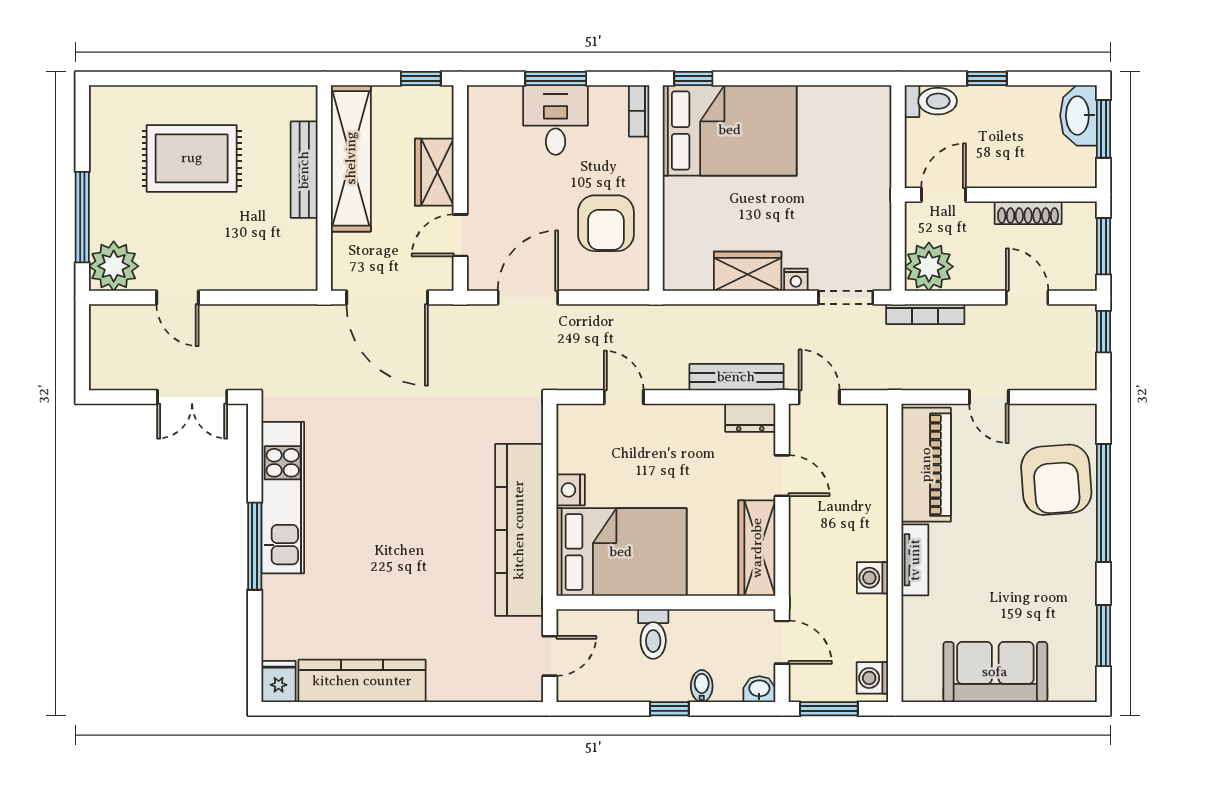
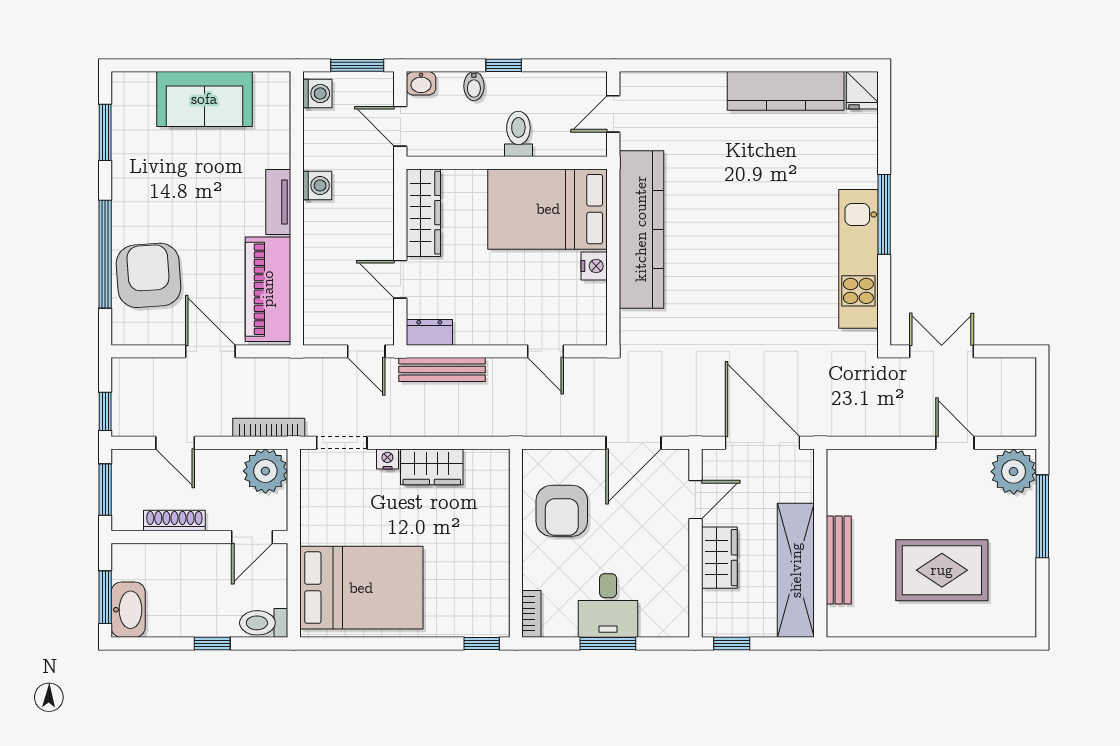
bed: (730, 130) -> (361, 588), moved, turned 180
armchair: (606, 223) -> (562, 511), turned 180
door: (989, 397) -> (210, 351), width x1.38

